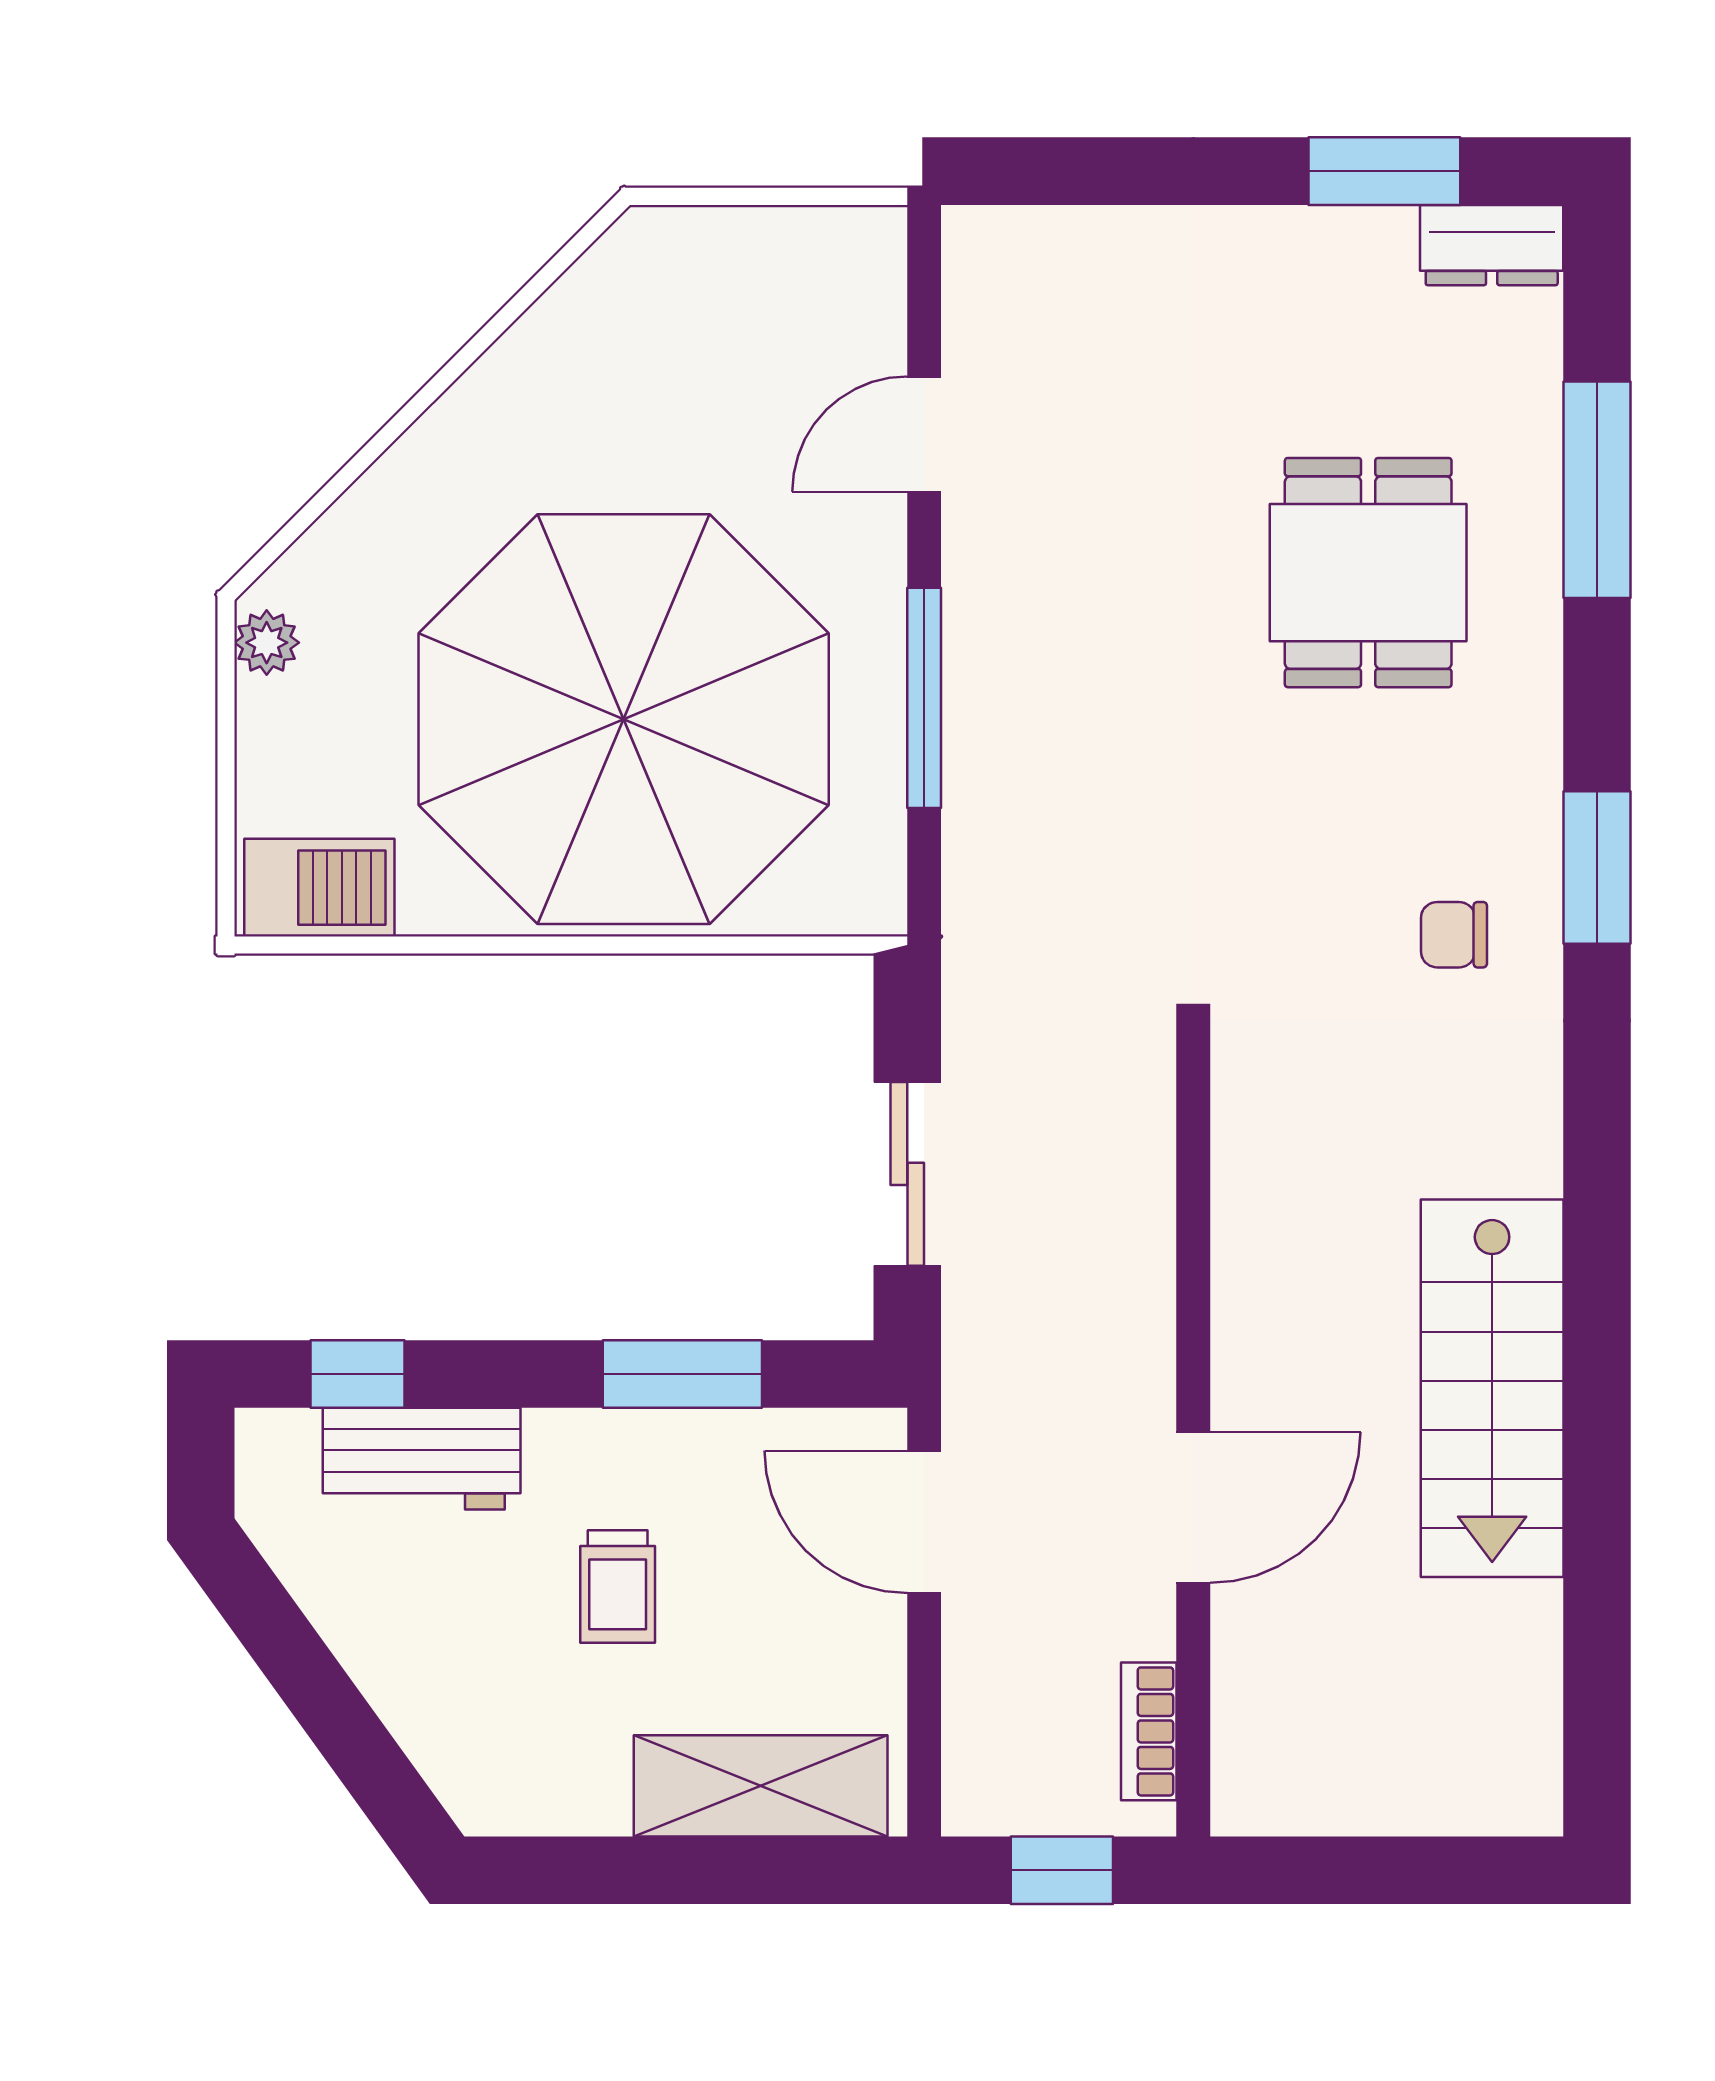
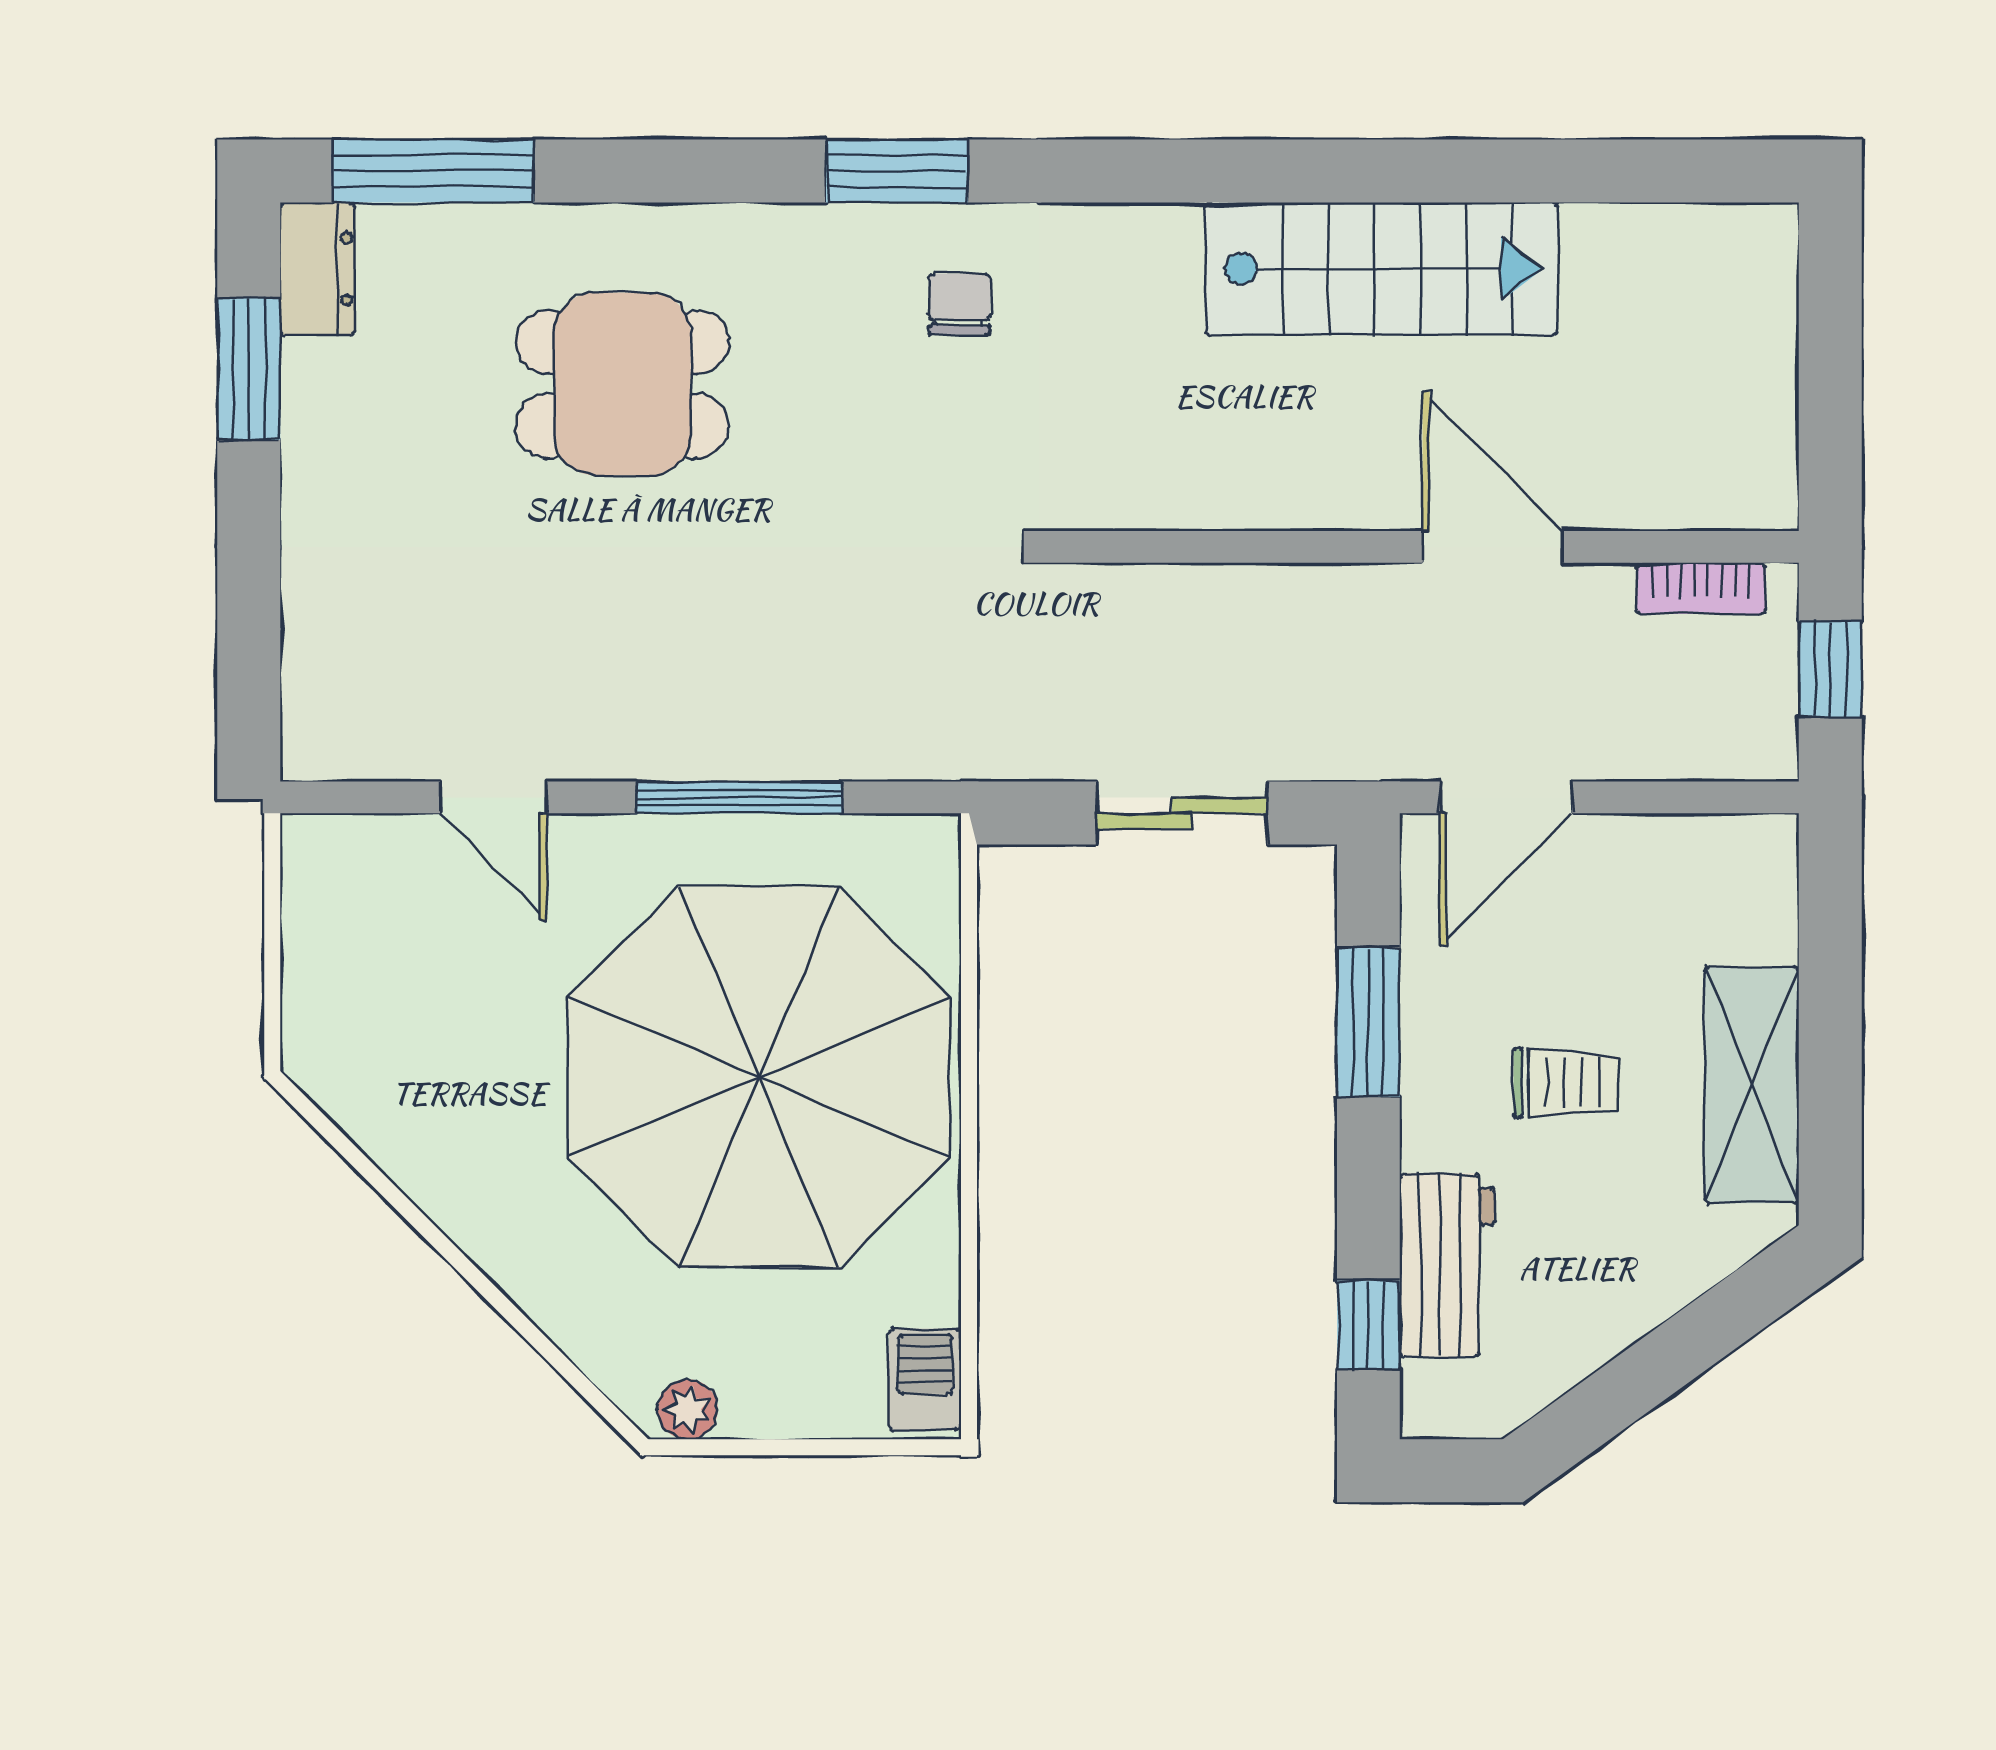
window: (1597, 490) -> (433, 171), moved
barbecue: (319, 888) -> (925, 1379), width x0.73, depth x0.79
chair: (1454, 935) -> (959, 304), turned 180
shelving: (761, 1786) -> (1752, 1085), moved

